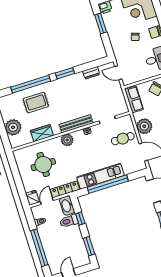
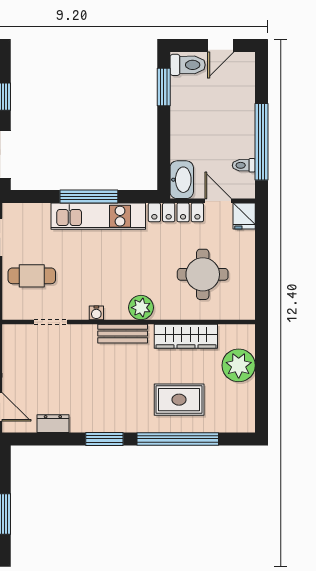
bench: (76, 124) -> (123, 334), width x0.73
wardrobe: (42, 133) -> (186, 336), width x1.50
window: (108, 184) -> (89, 197), width x0.68
door: (47, 201) -> (218, 201), swing flipped
window: (80, 218) -> (164, 146), removed
toilet: (69, 221) -> (188, 65), moved
window: (39, 248) -> (262, 142), moved

